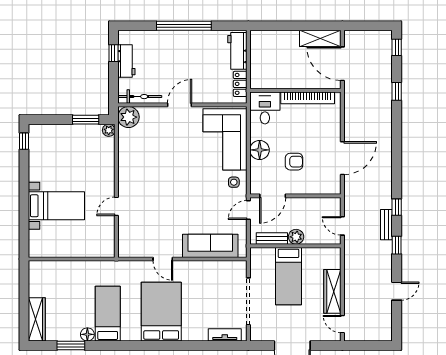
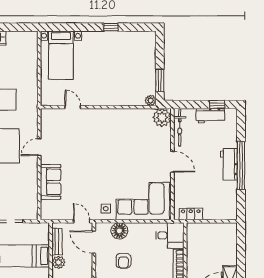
workbench: (237, 51) -> (229, 164), moved, turned -90
window: (24, 141) -> (111, 27), moved
floor lamp: (260, 150) -> (119, 231), moved
bed with nightstands: (56, 206) -> (61, 55), moved
door: (116, 206) -> (73, 107), moved
sofa: (210, 246) -> (51, 182), width x0.73

